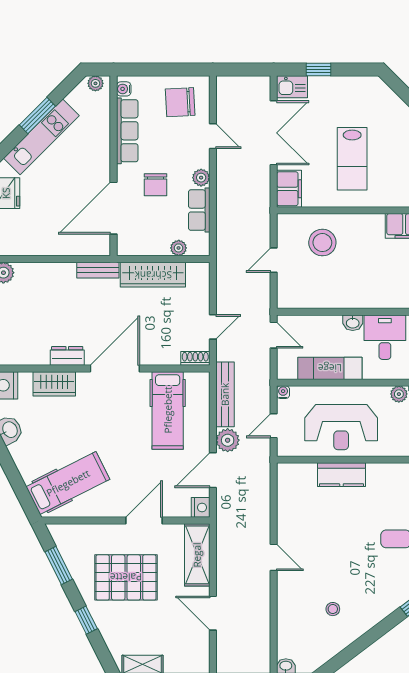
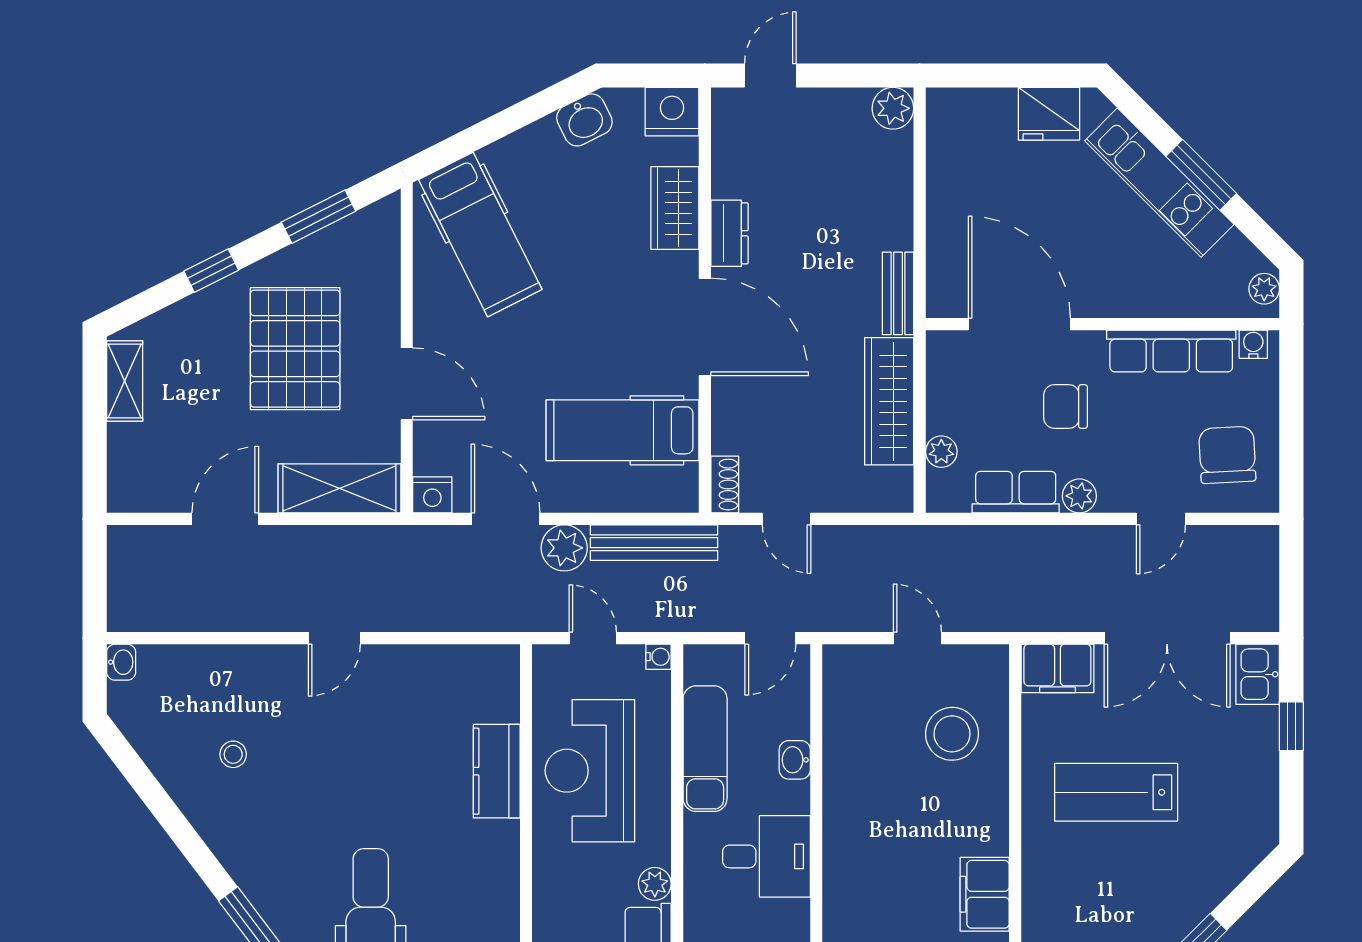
washbasin: (353, 323) -> (795, 760), moved

